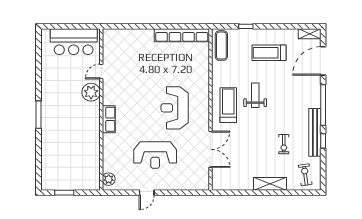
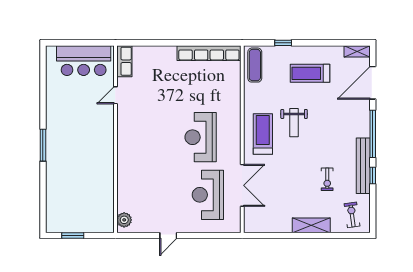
plant: (91, 92) -> (104, 119), removed
weight bench: (255, 95) -> (294, 123), turned 180
row of seats: (109, 119) -> (124, 61), moved
reception desk: (155, 155) -> (208, 195), moved, turned 90

